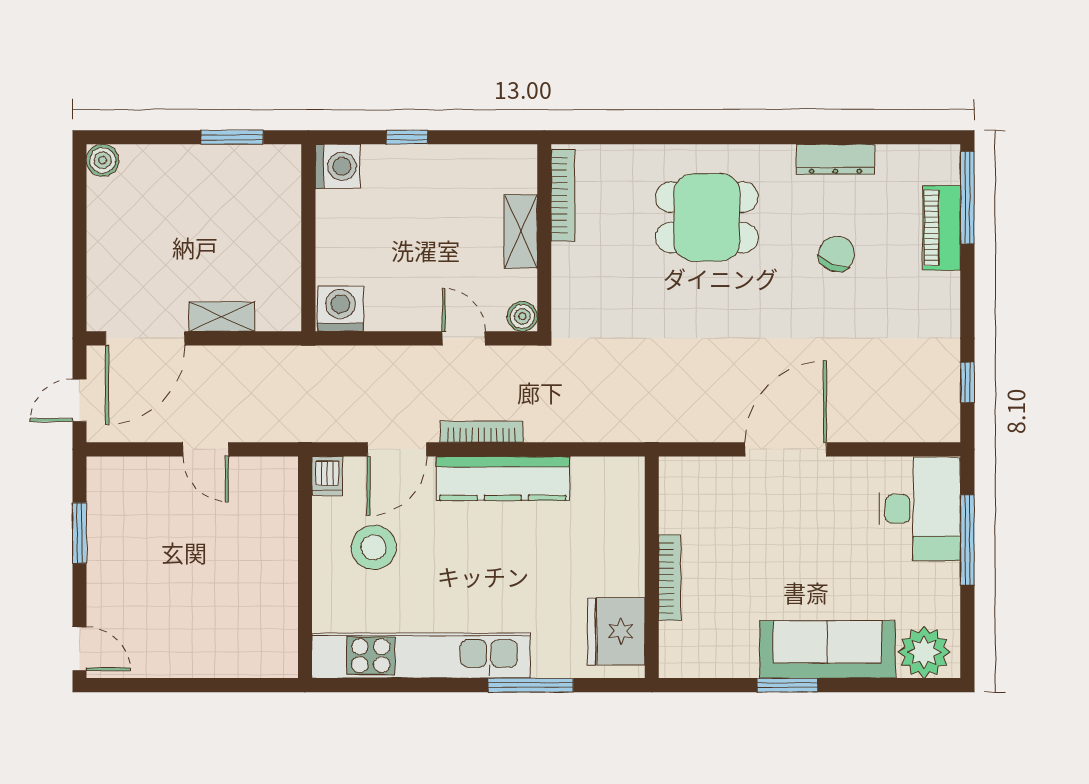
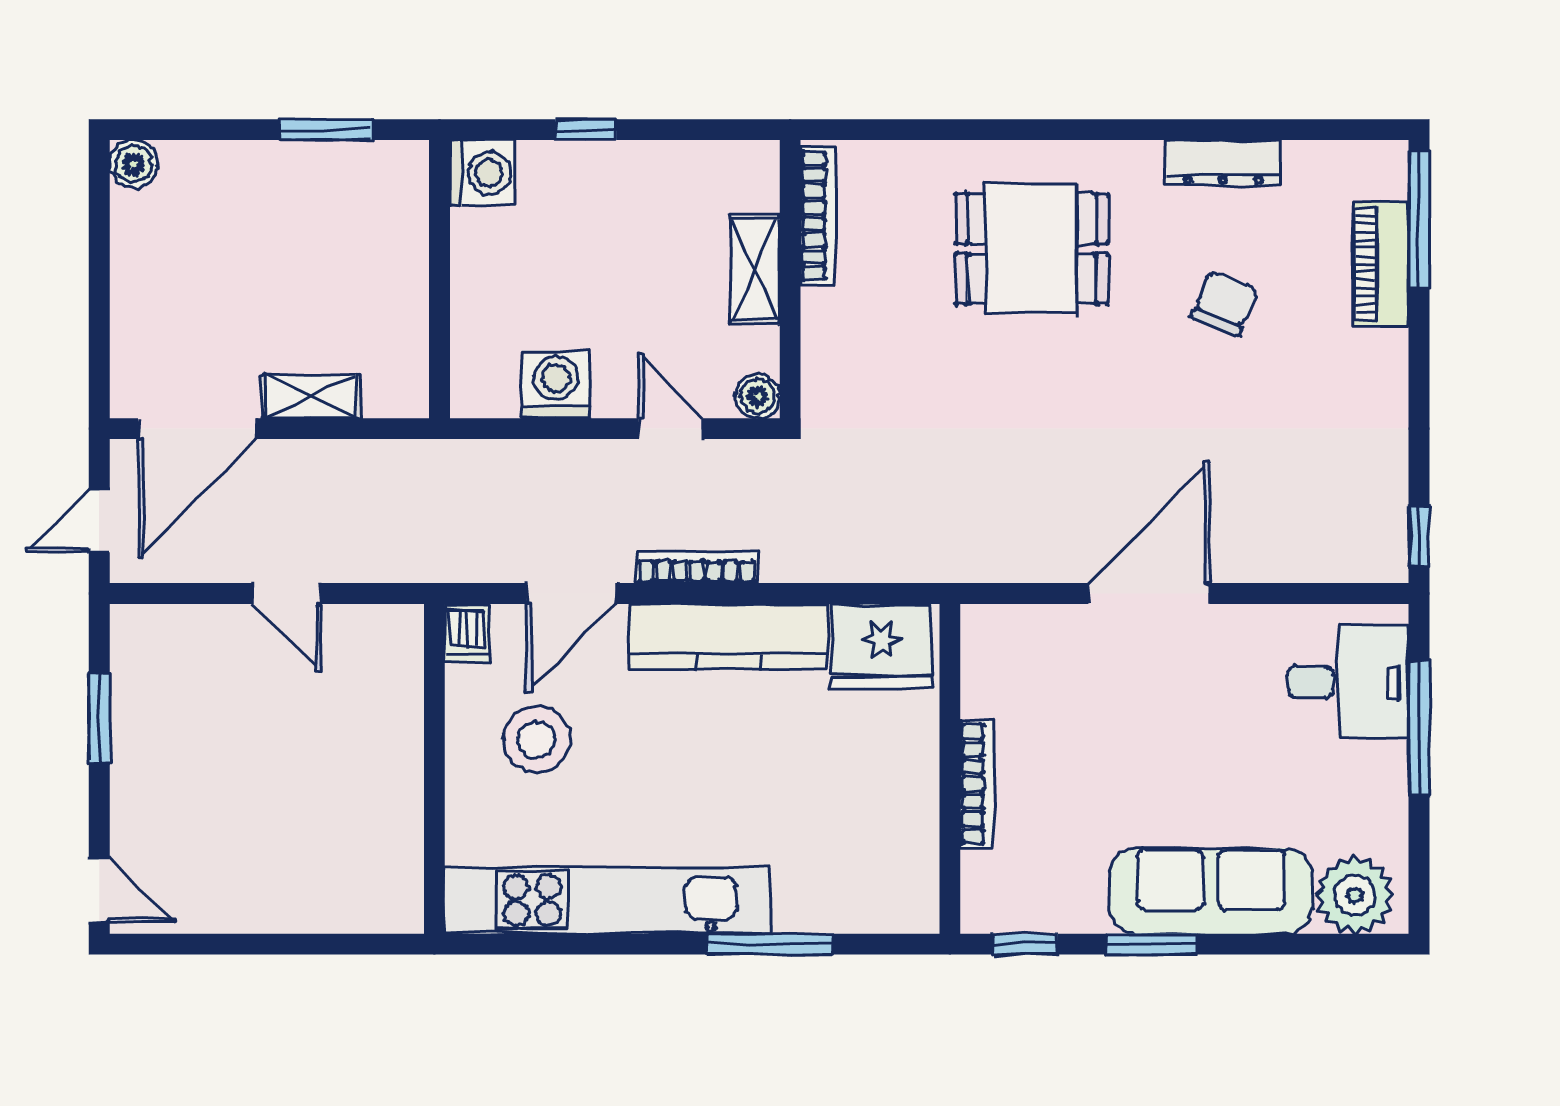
washing machine: (340, 309) -> (556, 384), moved
window: (967, 382) -> (1419, 536), moved
desk: (920, 509) -> (1348, 682), width x0.73
fridge: (616, 631) -> (882, 646), moved, turned -90
window: (702, 685) -> (1025, 944), added

